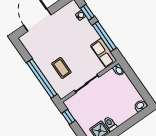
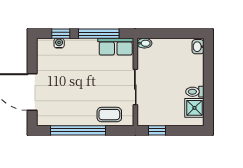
coffee table: (61, 68) -> (109, 115), moved
window: (42, 78) -> (78, 130), moved

